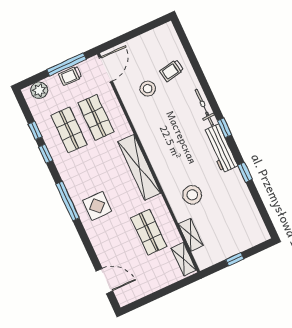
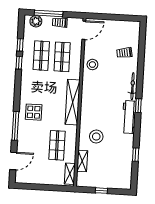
window: (66, 64) -> (49, 13), moved
stool: (148, 89) -> (92, 65), moved
window: (245, 172) -> (136, 155), moved
window: (68, 201) -> (15, 126), moved
door: (104, 281) -> (13, 161), hinge flipped

